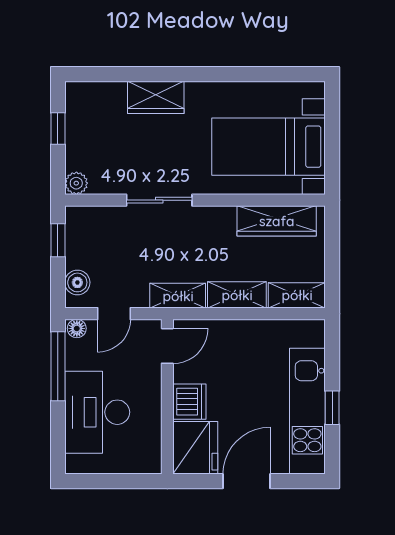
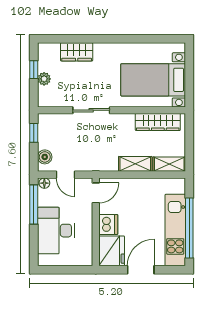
wardrobe: (156, 97) -> (77, 52), moved
plant: (76, 183) -> (44, 79), moved
shelving: (178, 296) -> (102, 164), removed
door: (114, 314) -> (66, 175), hinge flipped
window: (332, 408) -> (189, 228), width x3.17

